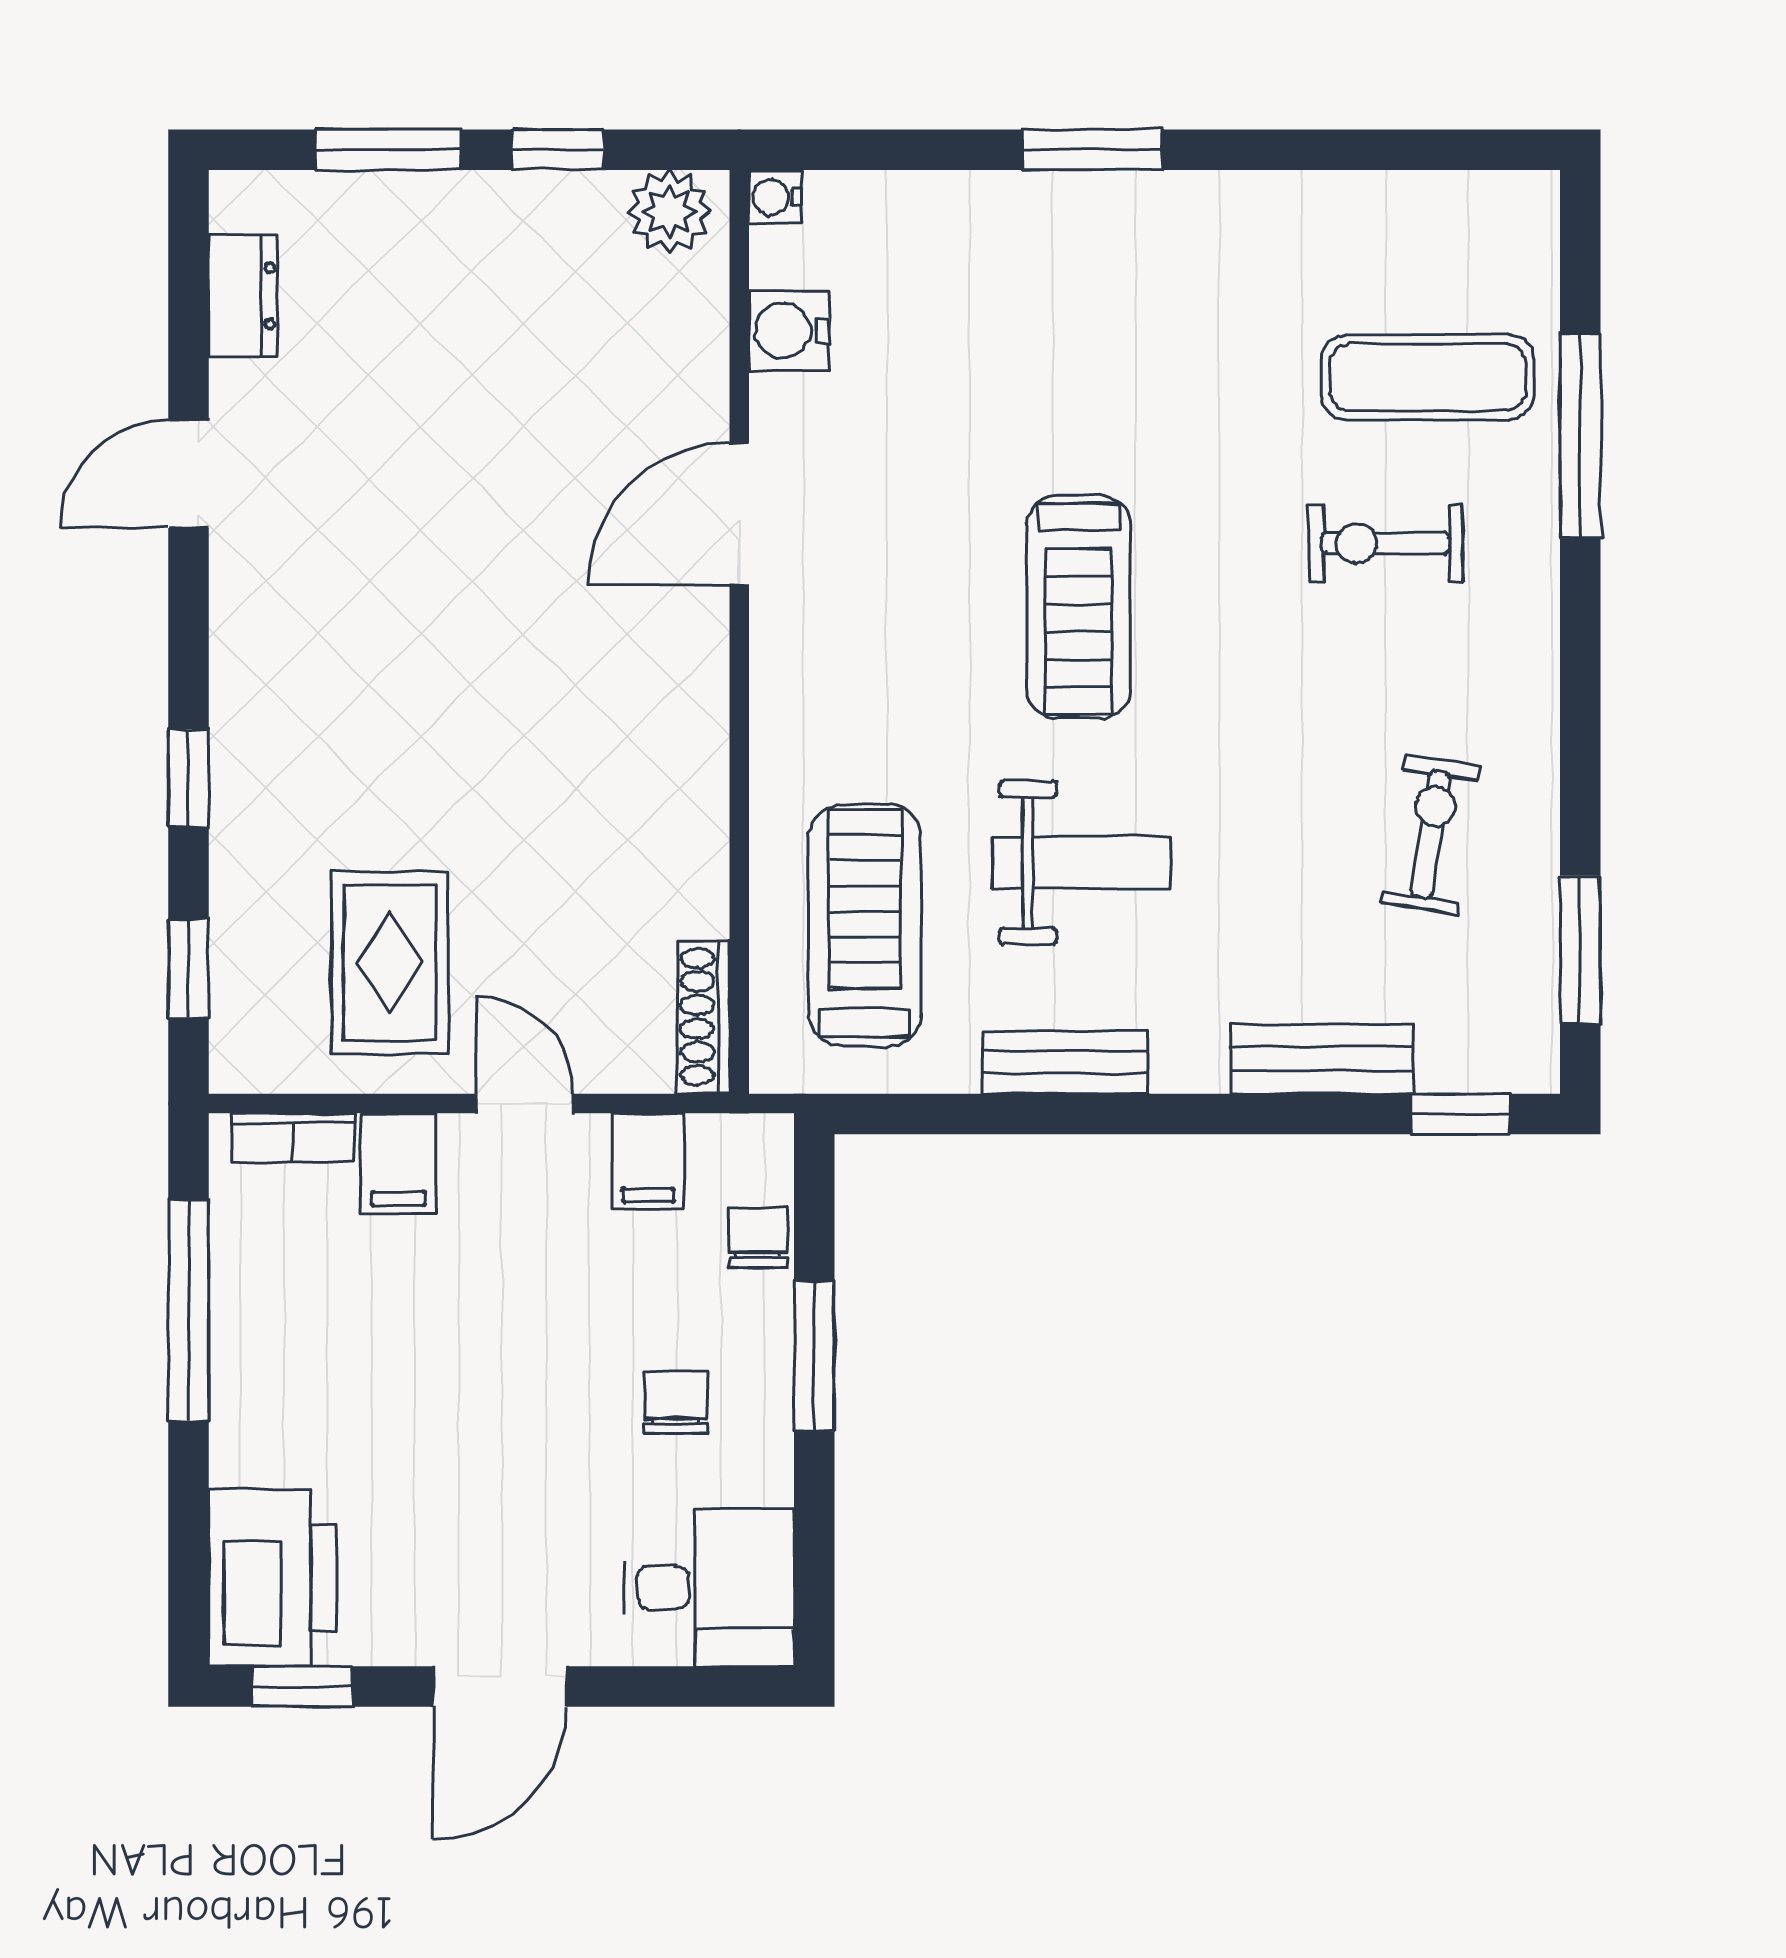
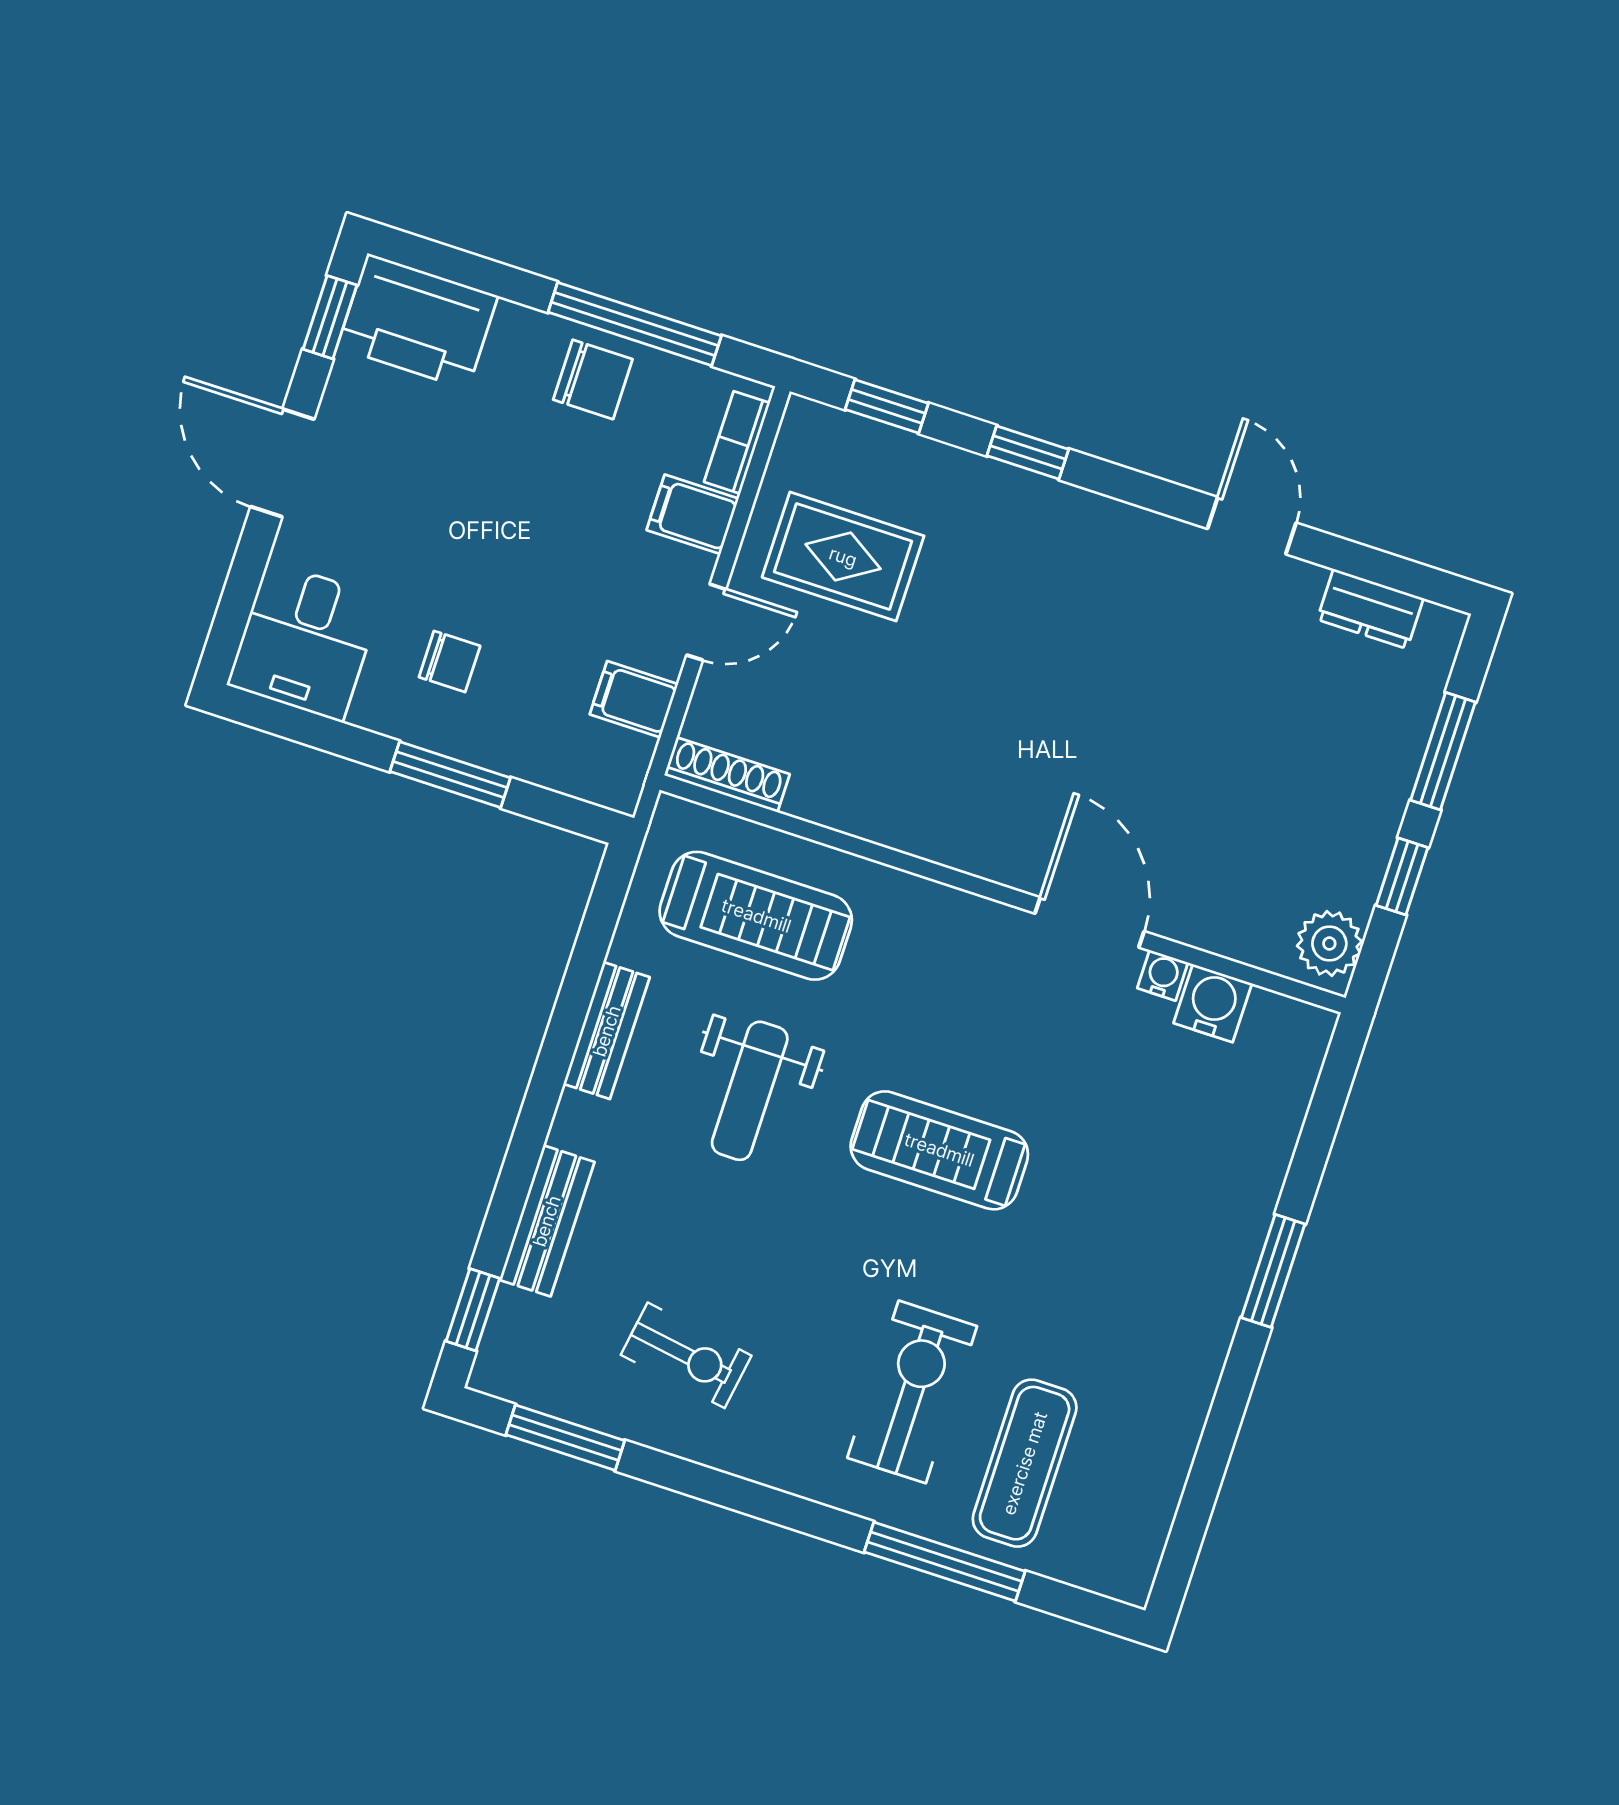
water cooler: (775, 197) -> (1163, 975), moved
exercise bike: (1385, 543) -> (912, 1392), width x1.38, depth x1.39
chair: (758, 1237) -> (593, 379), moved, width x1.37, depth x1.37

